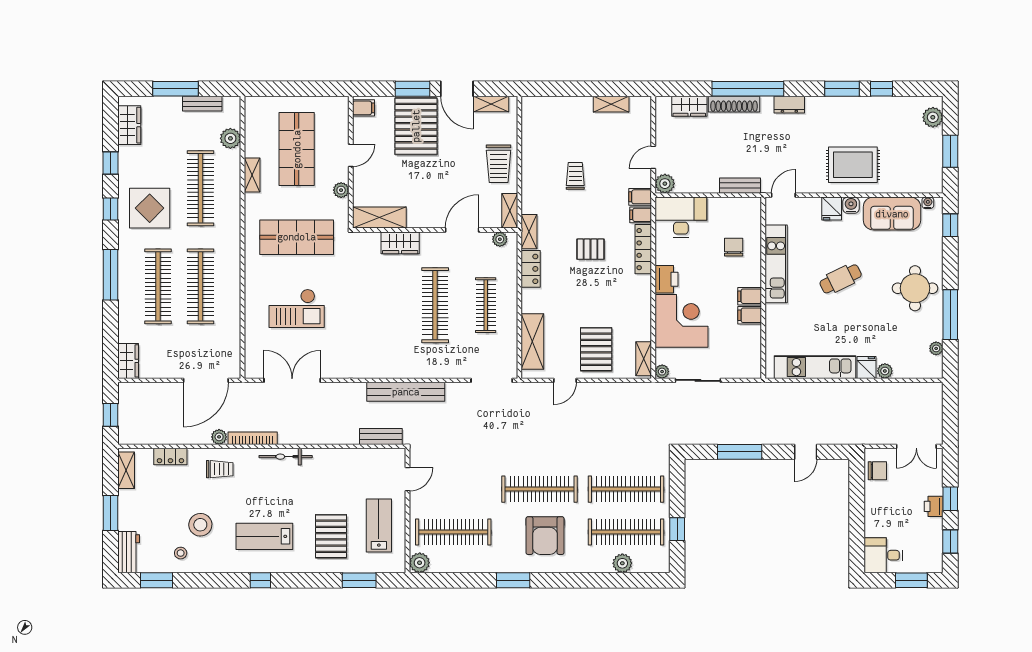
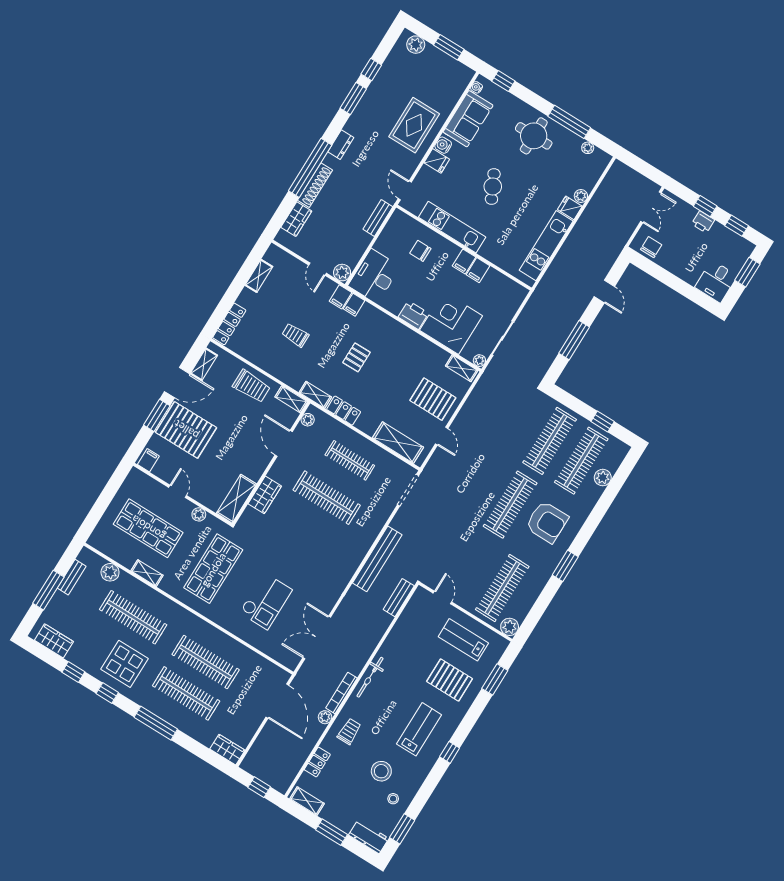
locker: (643, 249) -> (229, 324), moved, turned -90
lab bench: (264, 536) -> (419, 729), turned 180

